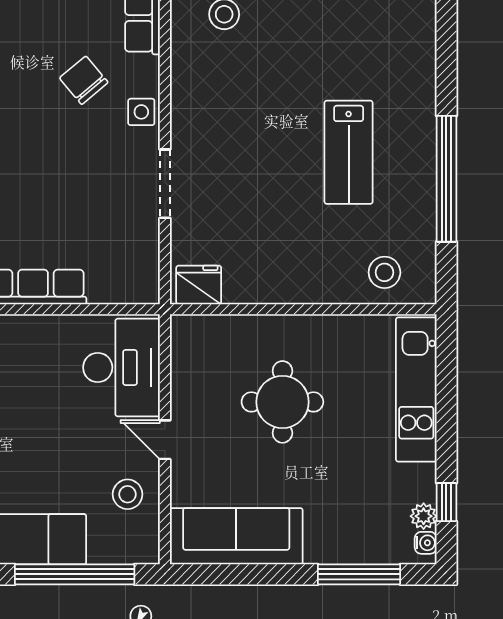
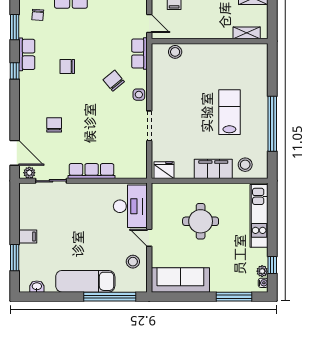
lab bench: (349, 152) -> (229, 112), turned 180
filing cabinet: (312, 282) -> (213, 169), added

